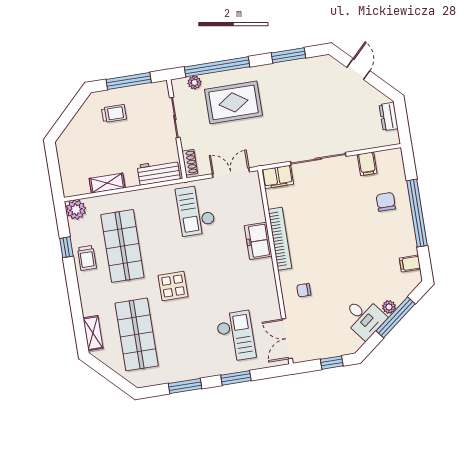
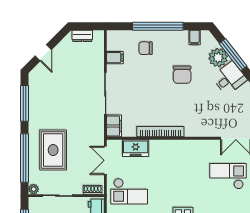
window: (288, 55) -> (25, 103), width x1.44
door: (358, 69) -> (43, 53), swing flipped
plant: (194, 83) -> (34, 189), moved
freezer: (258, 241) -> (136, 148), moved
chair: (304, 290) -> (182, 75), moved, width x1.87, depth x1.87
plant: (389, 307) -> (218, 58), width x1.88, depth x1.88

